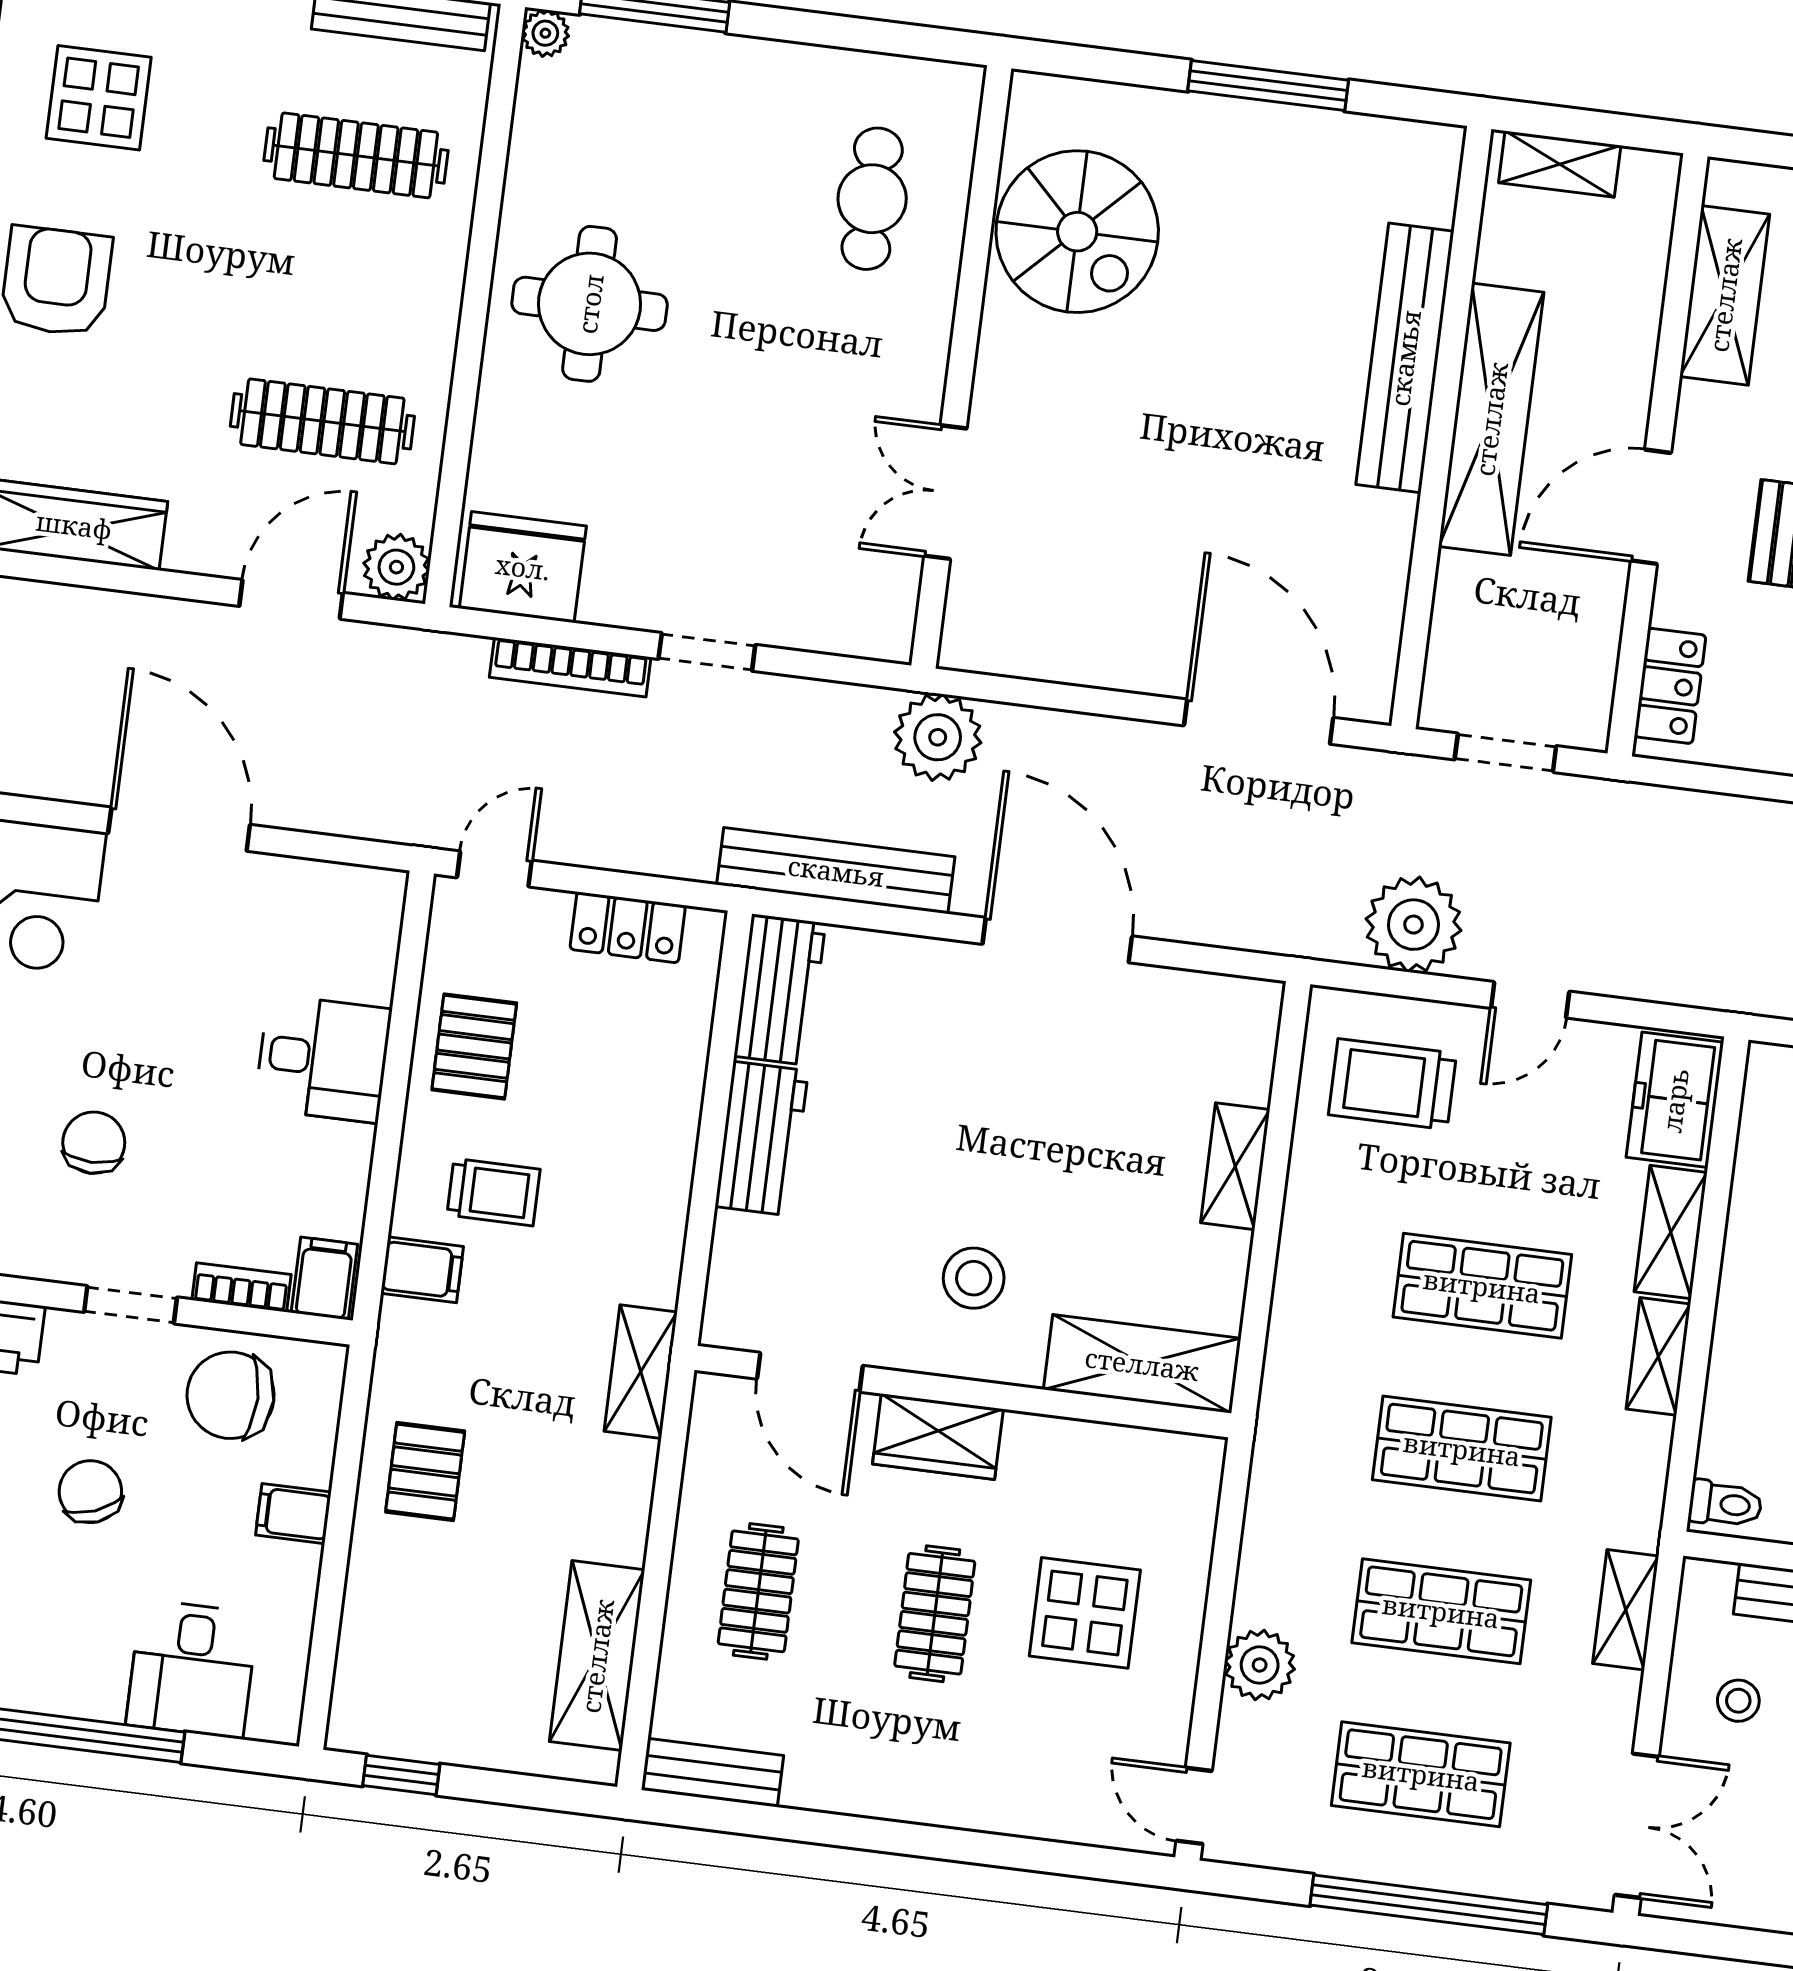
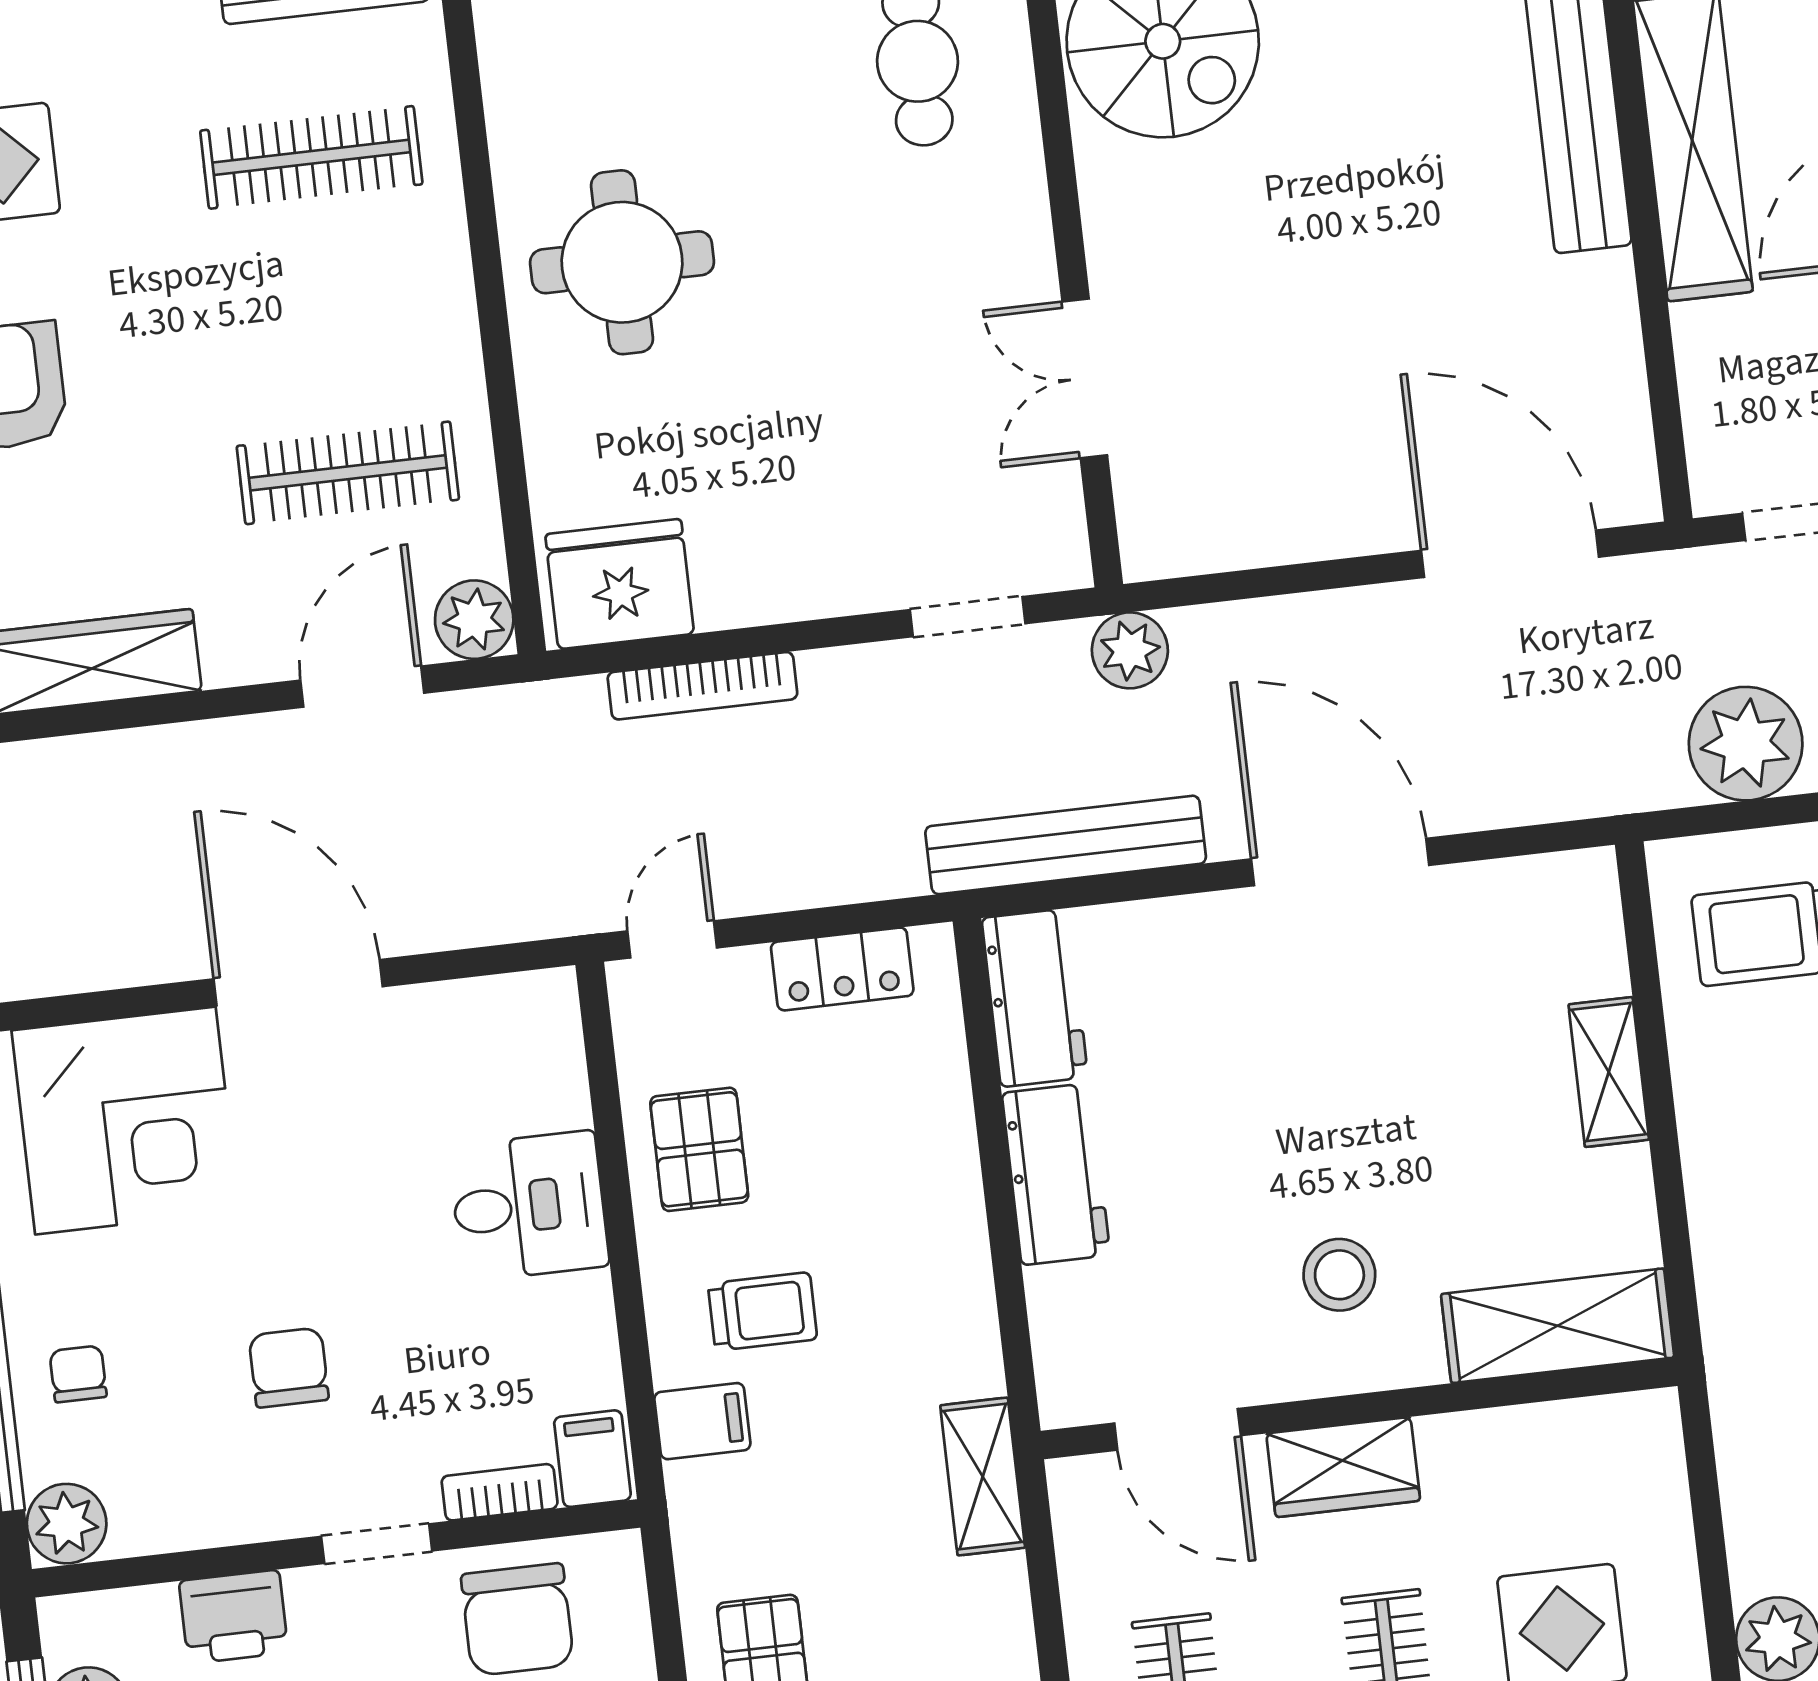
doorway: (707, 652) -> (968, 617), moved
plant: (938, 737) -> (1130, 650), width x0.73, depth x0.73
chair: (231, 1395) -> (517, 1620), turned -90

